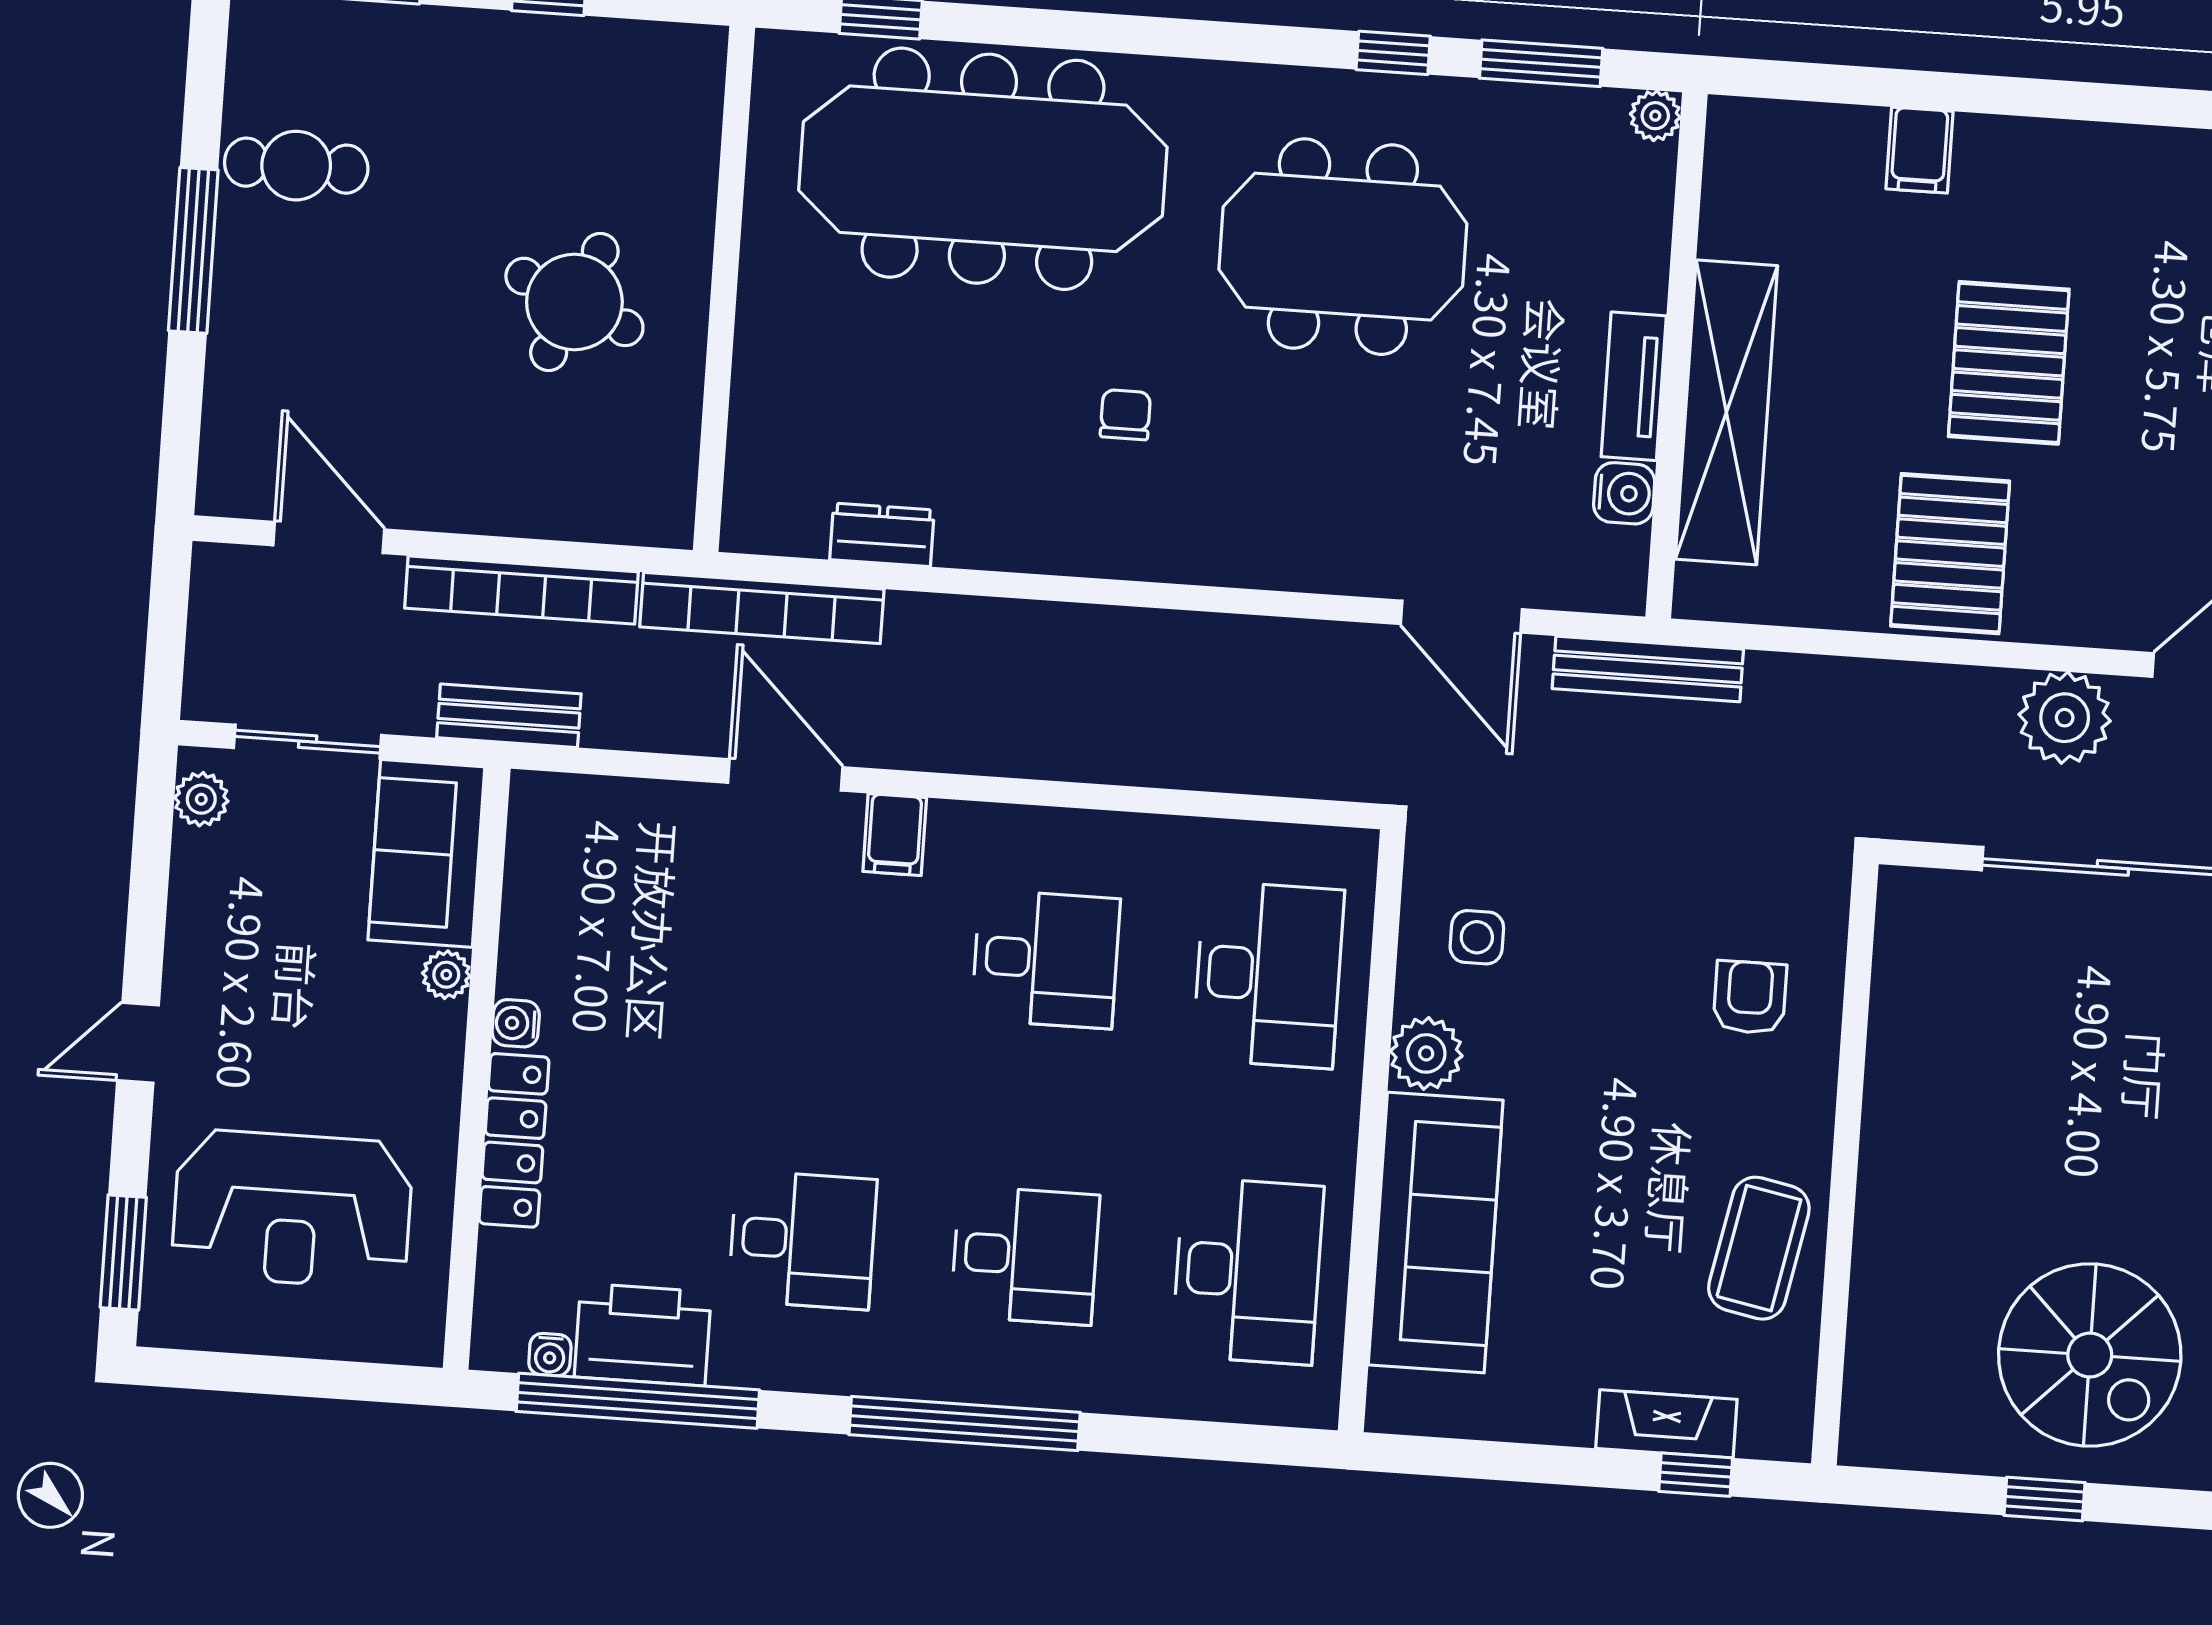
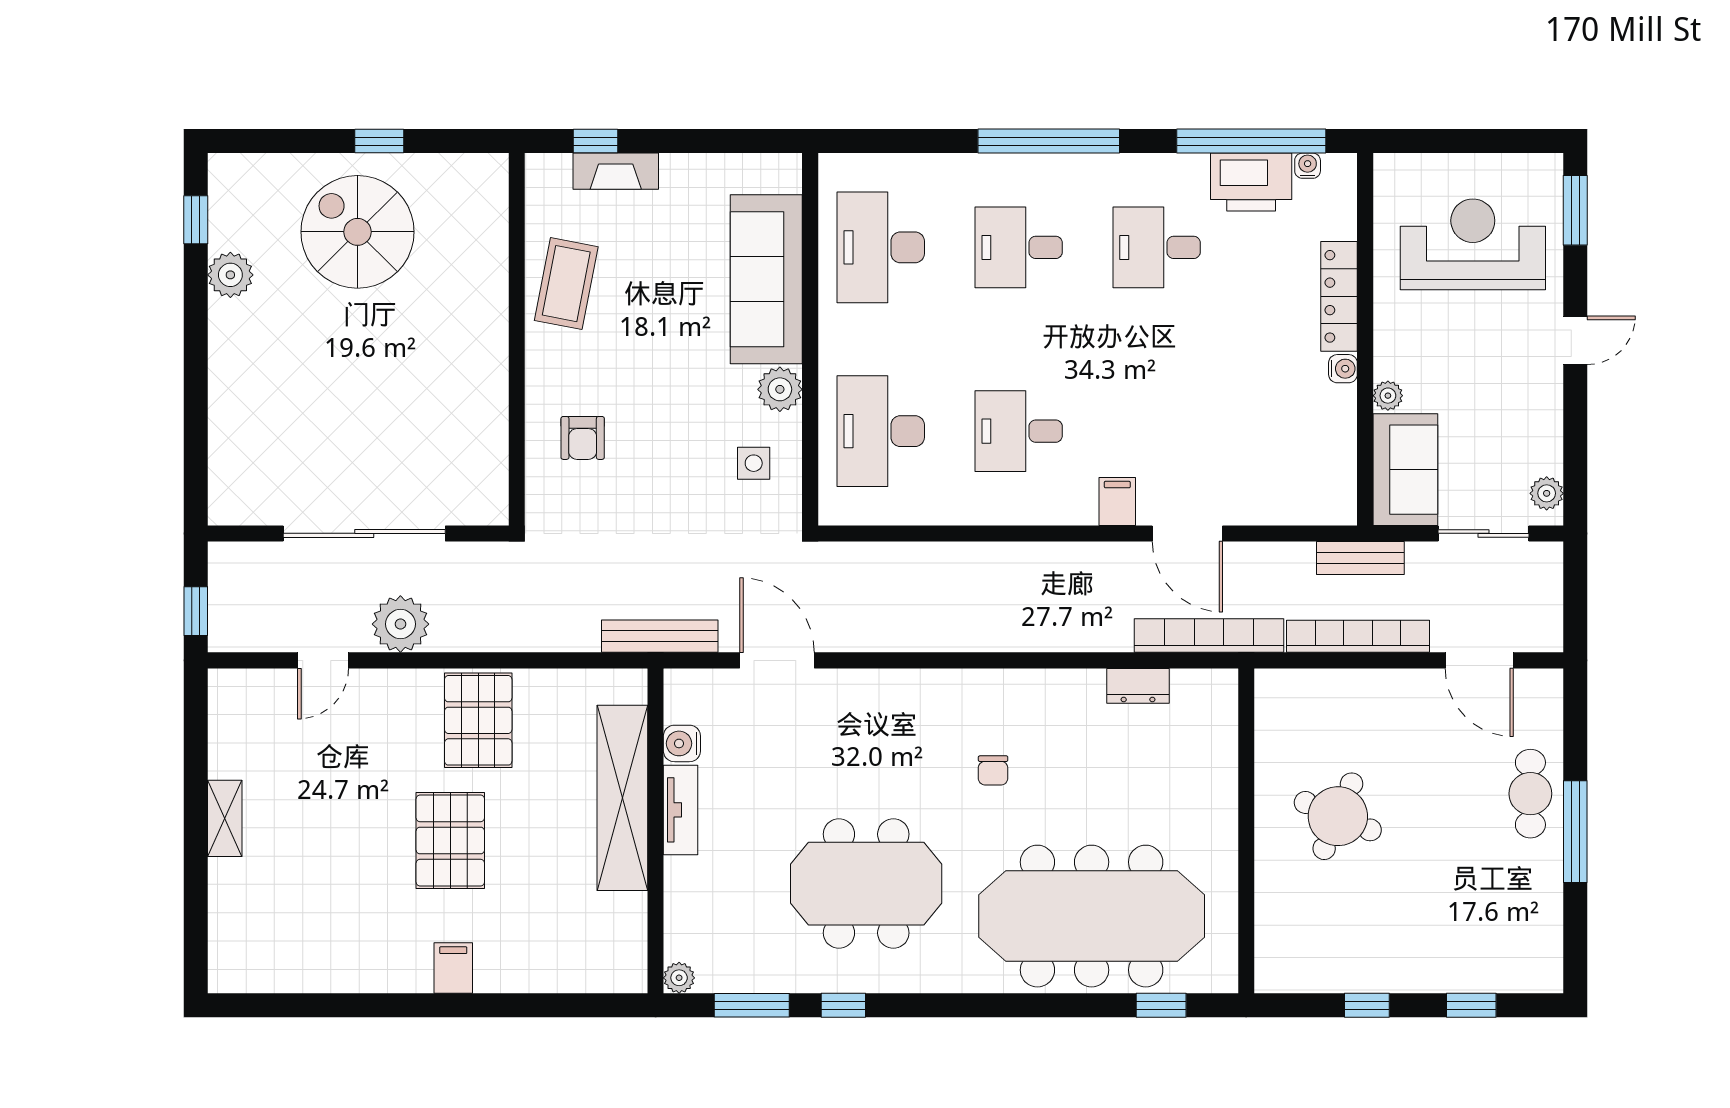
filing cabinet: (1919, 150) -> (453, 968), moved
cafe table: (296, 166) -> (1530, 794), moved, turned 90

